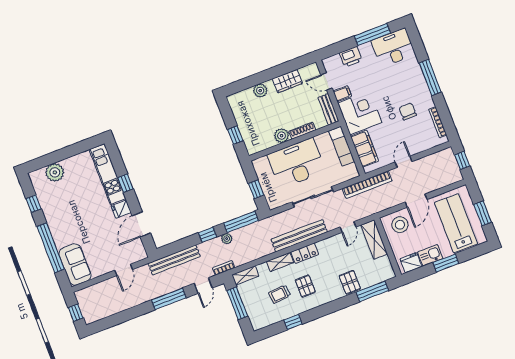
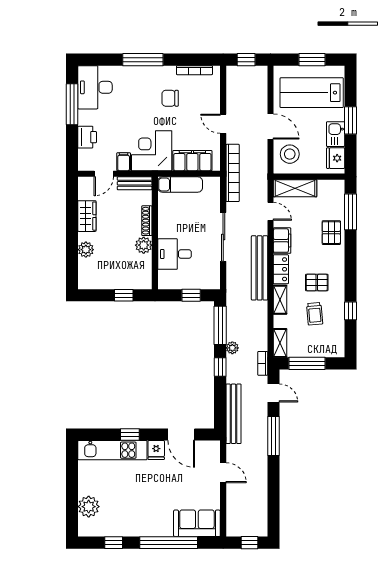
desk: (296, 163) -> (175, 254), width x0.53, depth x0.77
filing cabinet: (328, 245) -> (282, 241), added
pallet: (350, 282) -> (331, 233), turned 90

